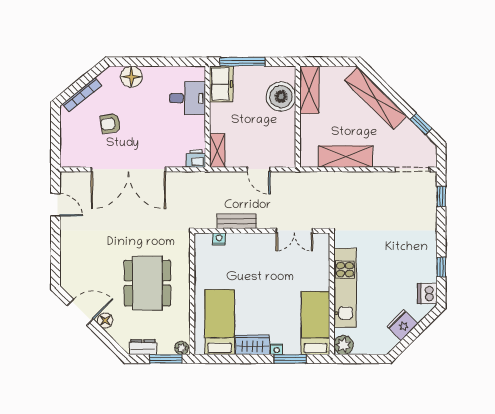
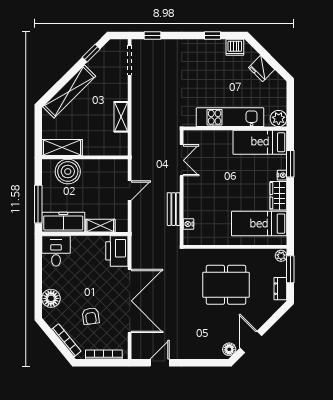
freezer: (221, 84) -> (63, 222), width x1.40
desk: (187, 98) -> (56, 251), moved
bookcase: (65, 139) -> (104, 355), added
shelving: (217, 150) -> (100, 226), moved
shelving: (346, 157) -> (121, 117), width x0.67, depth x0.75
printer: (196, 159) -> (117, 251), width x1.87, depth x1.48
floor lamp: (105, 321) -> (229, 349), moved

